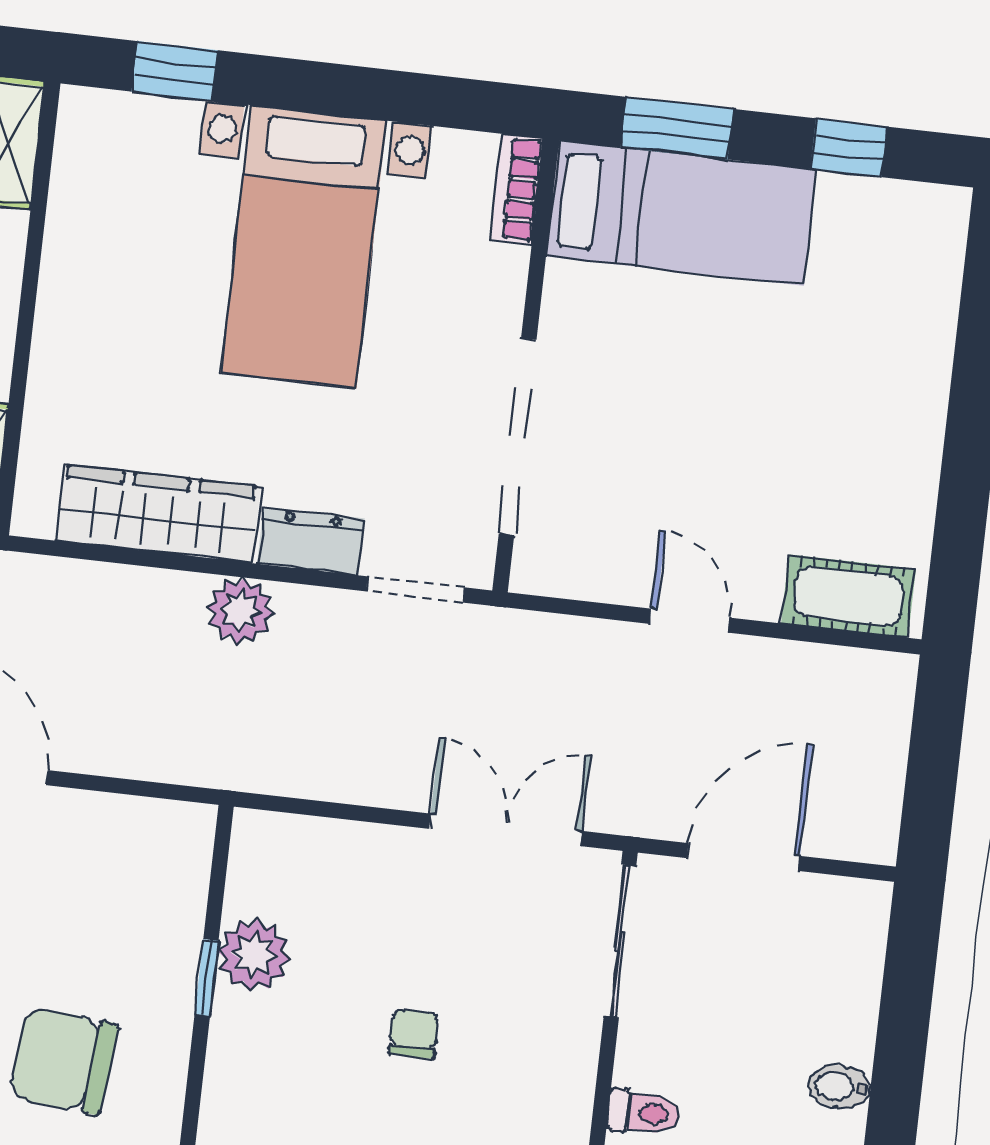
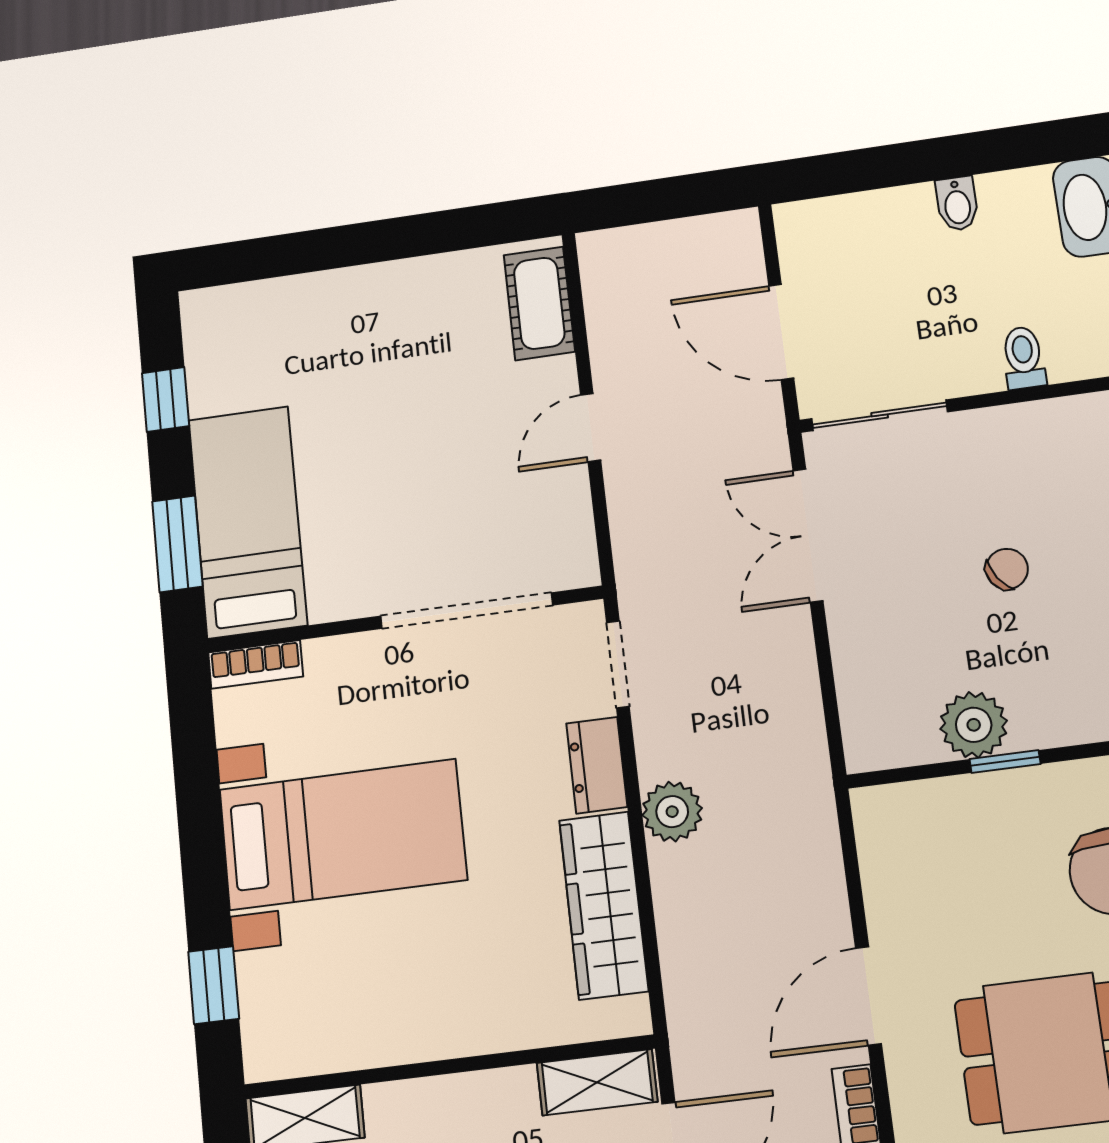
chair: (414, 1034) -> (1007, 569), turned 146

